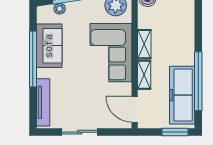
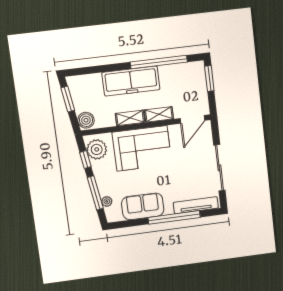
window: (33, 59) -> (174, 217), moved
freezer: (182, 95) -> (131, 81), moved
sliding door: (80, 132) -> (219, 168), width x1.37

